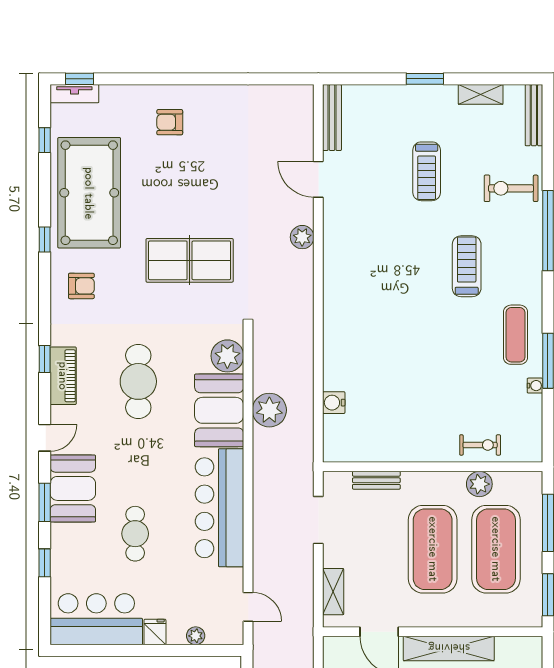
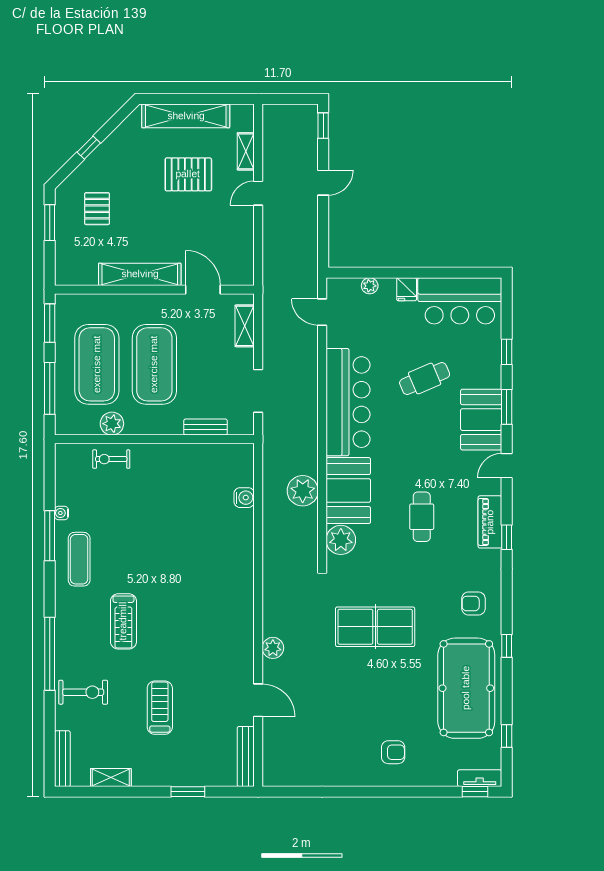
window: (425, 79) -> (188, 792), moved
cafe table: (138, 381) -> (422, 517), width x0.73, depth x0.74
cafe table: (135, 534) -> (425, 379), turned 67

